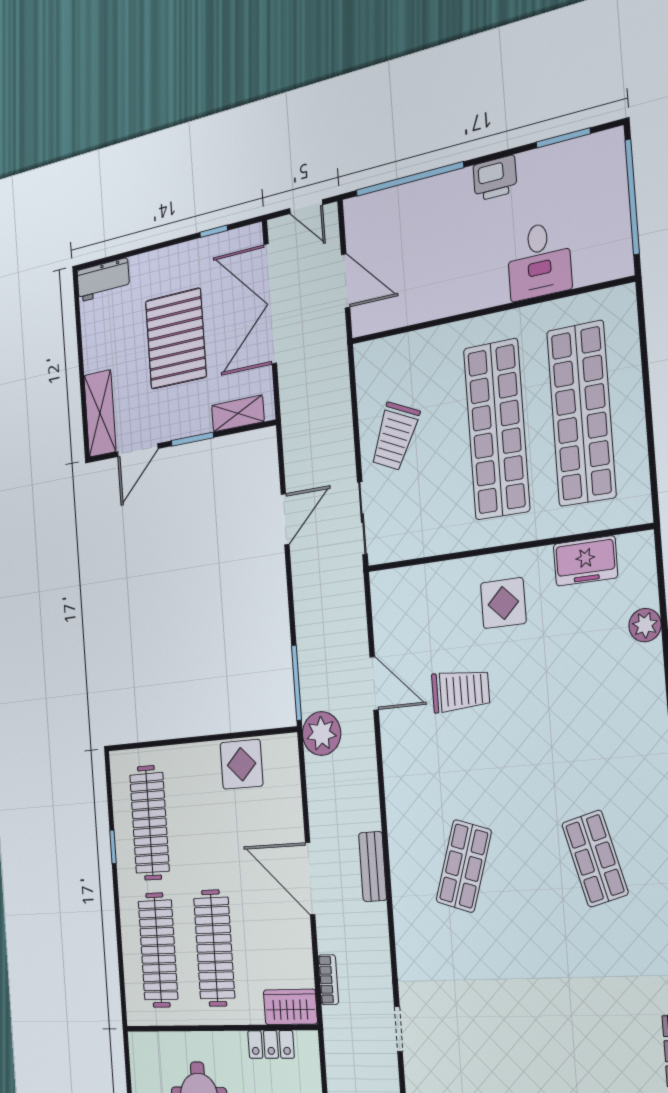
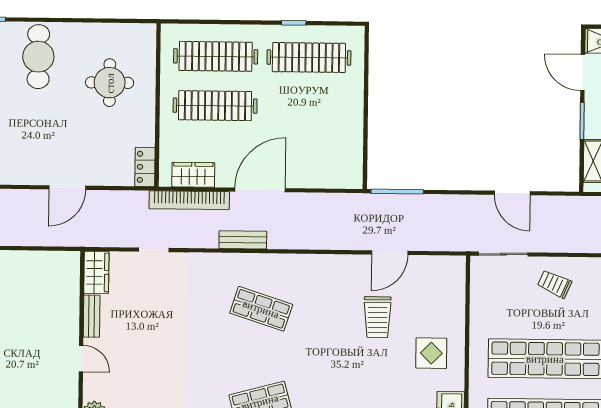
trolley: (395, 436) -> (555, 284), width x0.73, depth x0.72
plant: (321, 734) -> (360, 208), removed
display table: (242, 764) -> (344, 141), removed
bench: (373, 867) -> (243, 240), moved
bookcase: (328, 980) -> (189, 200), width x2.31, depth x1.31
wardrobe: (290, 1007) -> (193, 175), moved, turned -90
locker: (271, 1044) -> (145, 167), moved

